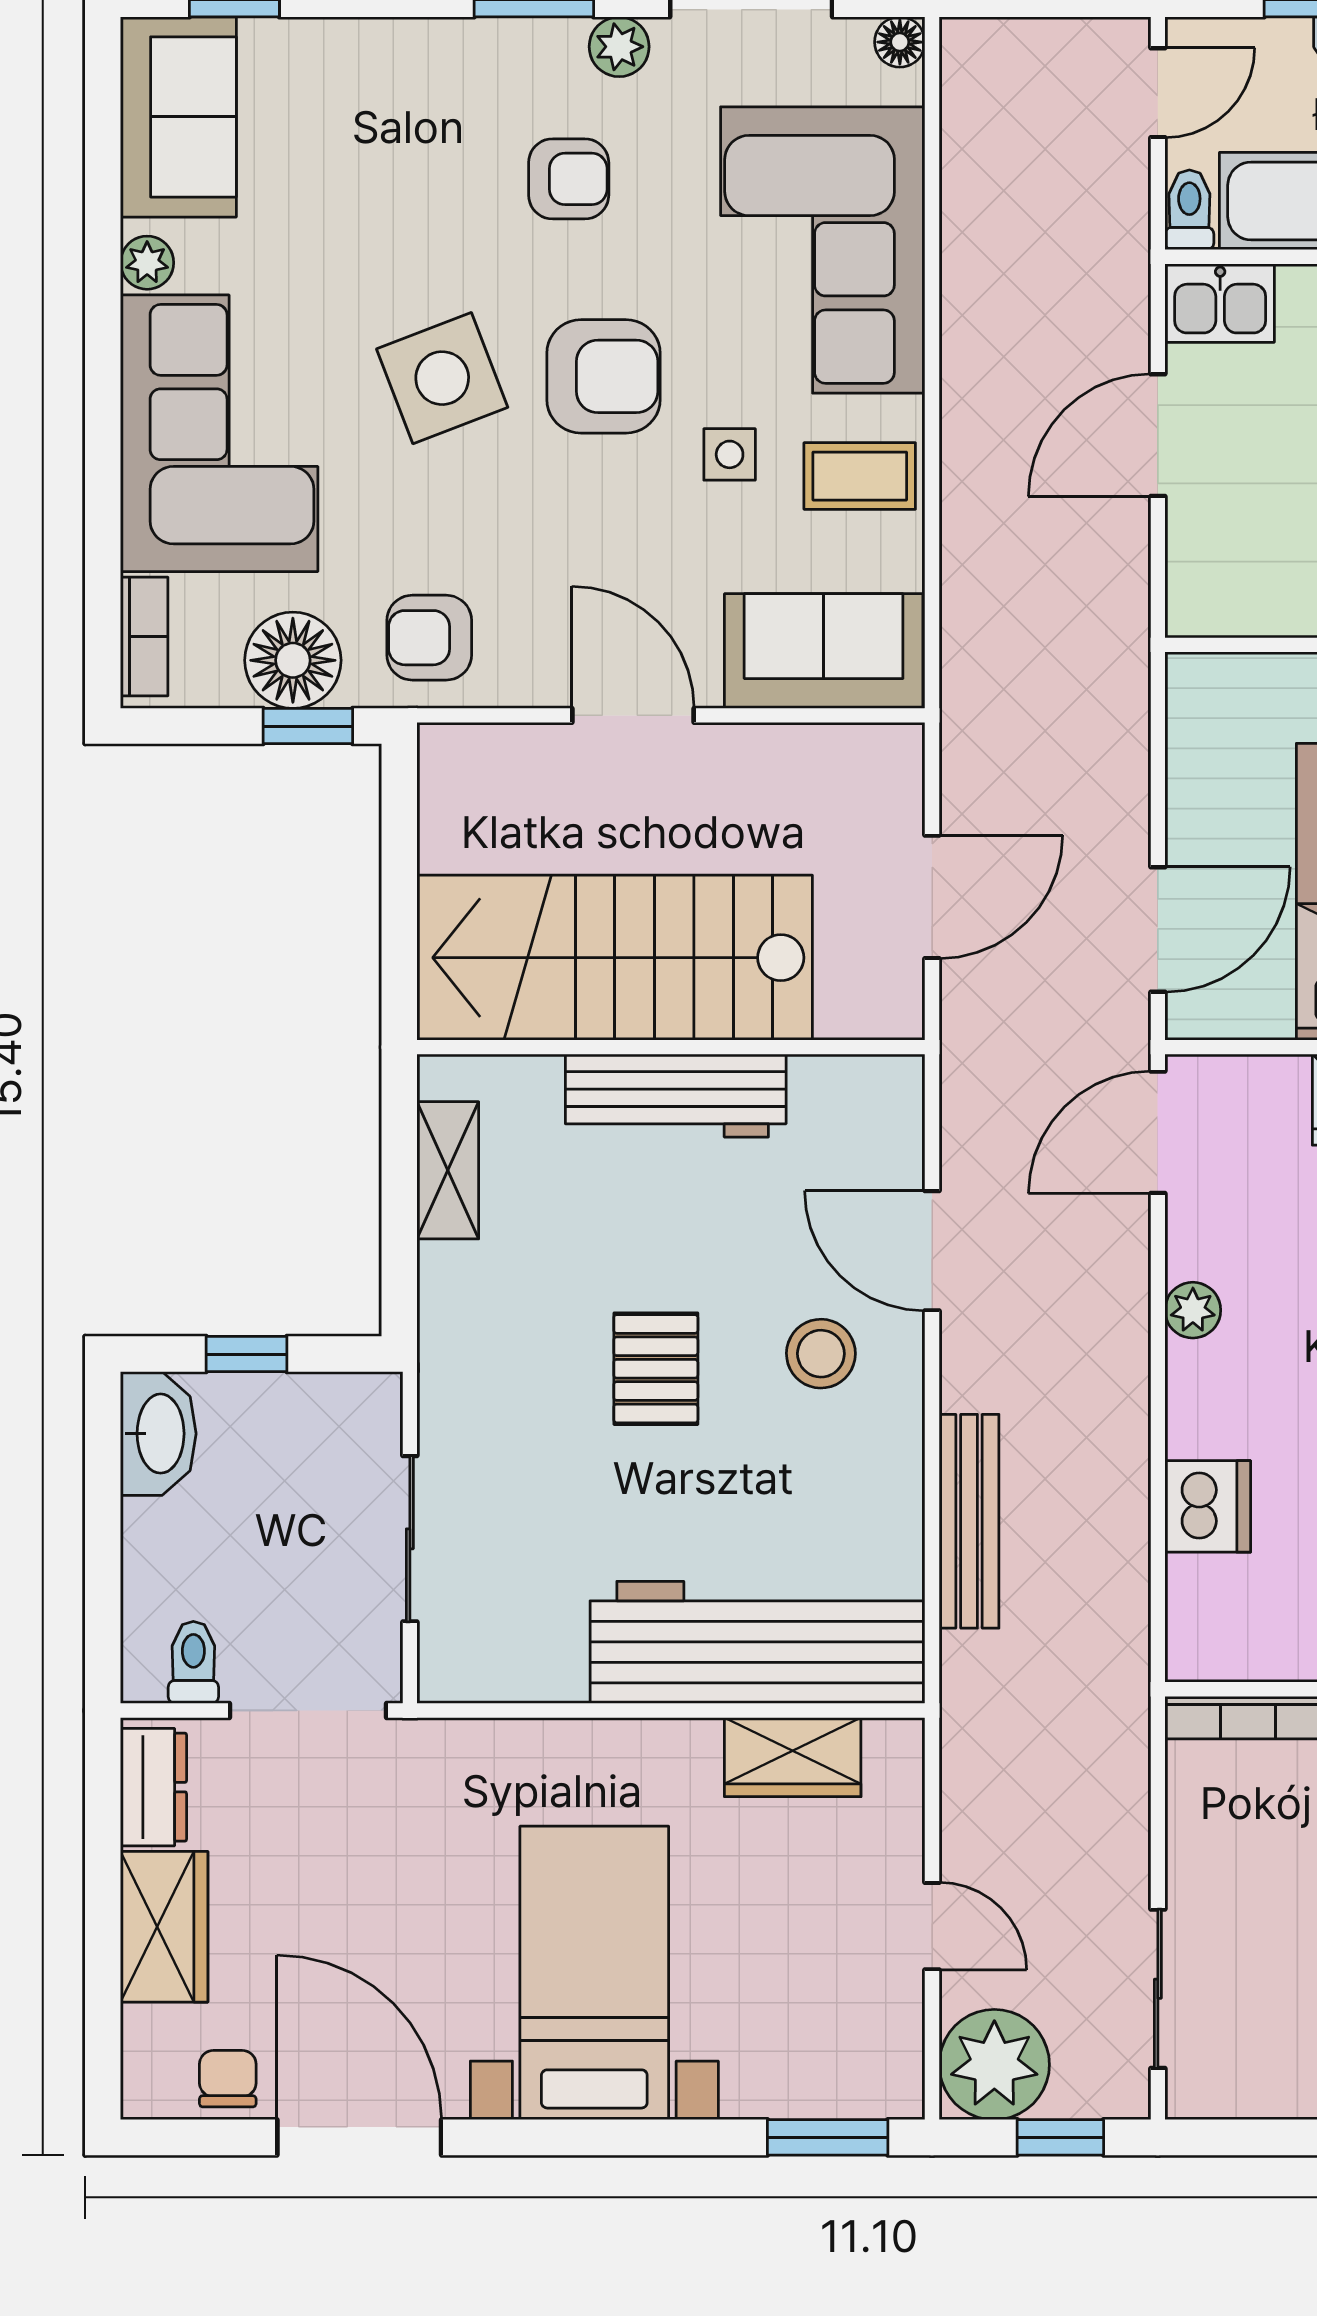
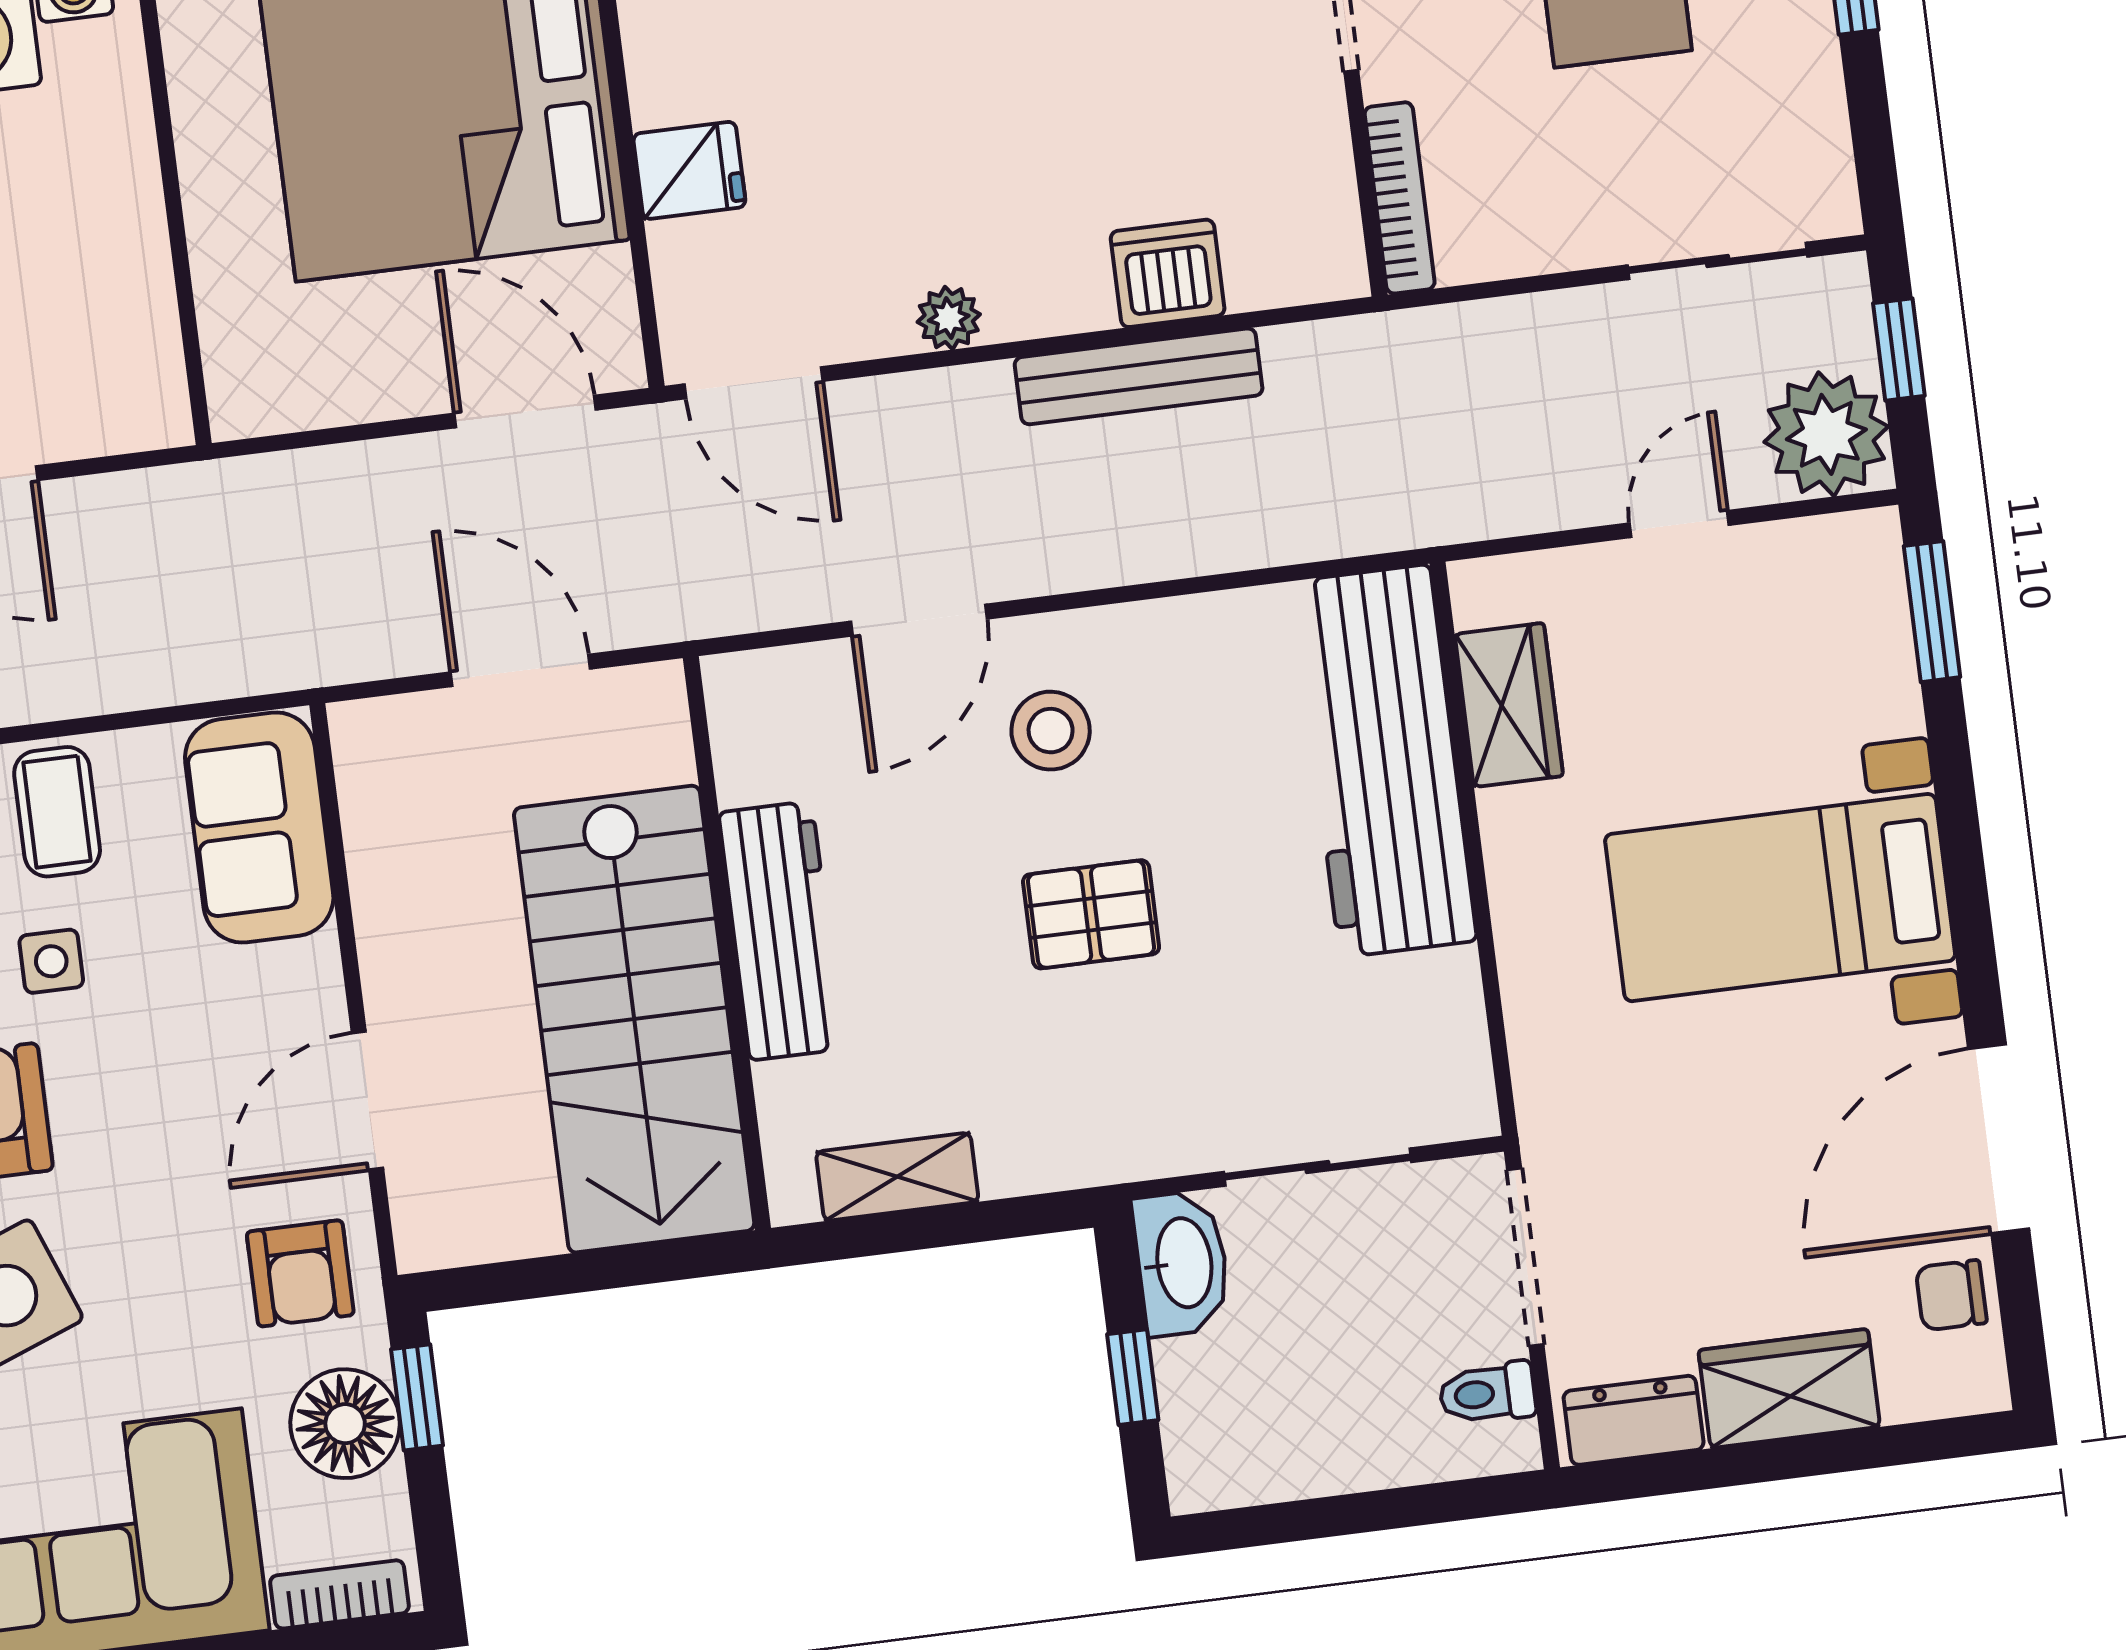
door: (633, 715) -> (367, 1101), moved
washbasin: (158, 1434) -> (1182, 1263), moved, turned 90
bench: (969, 1521) -> (1139, 376), moved

